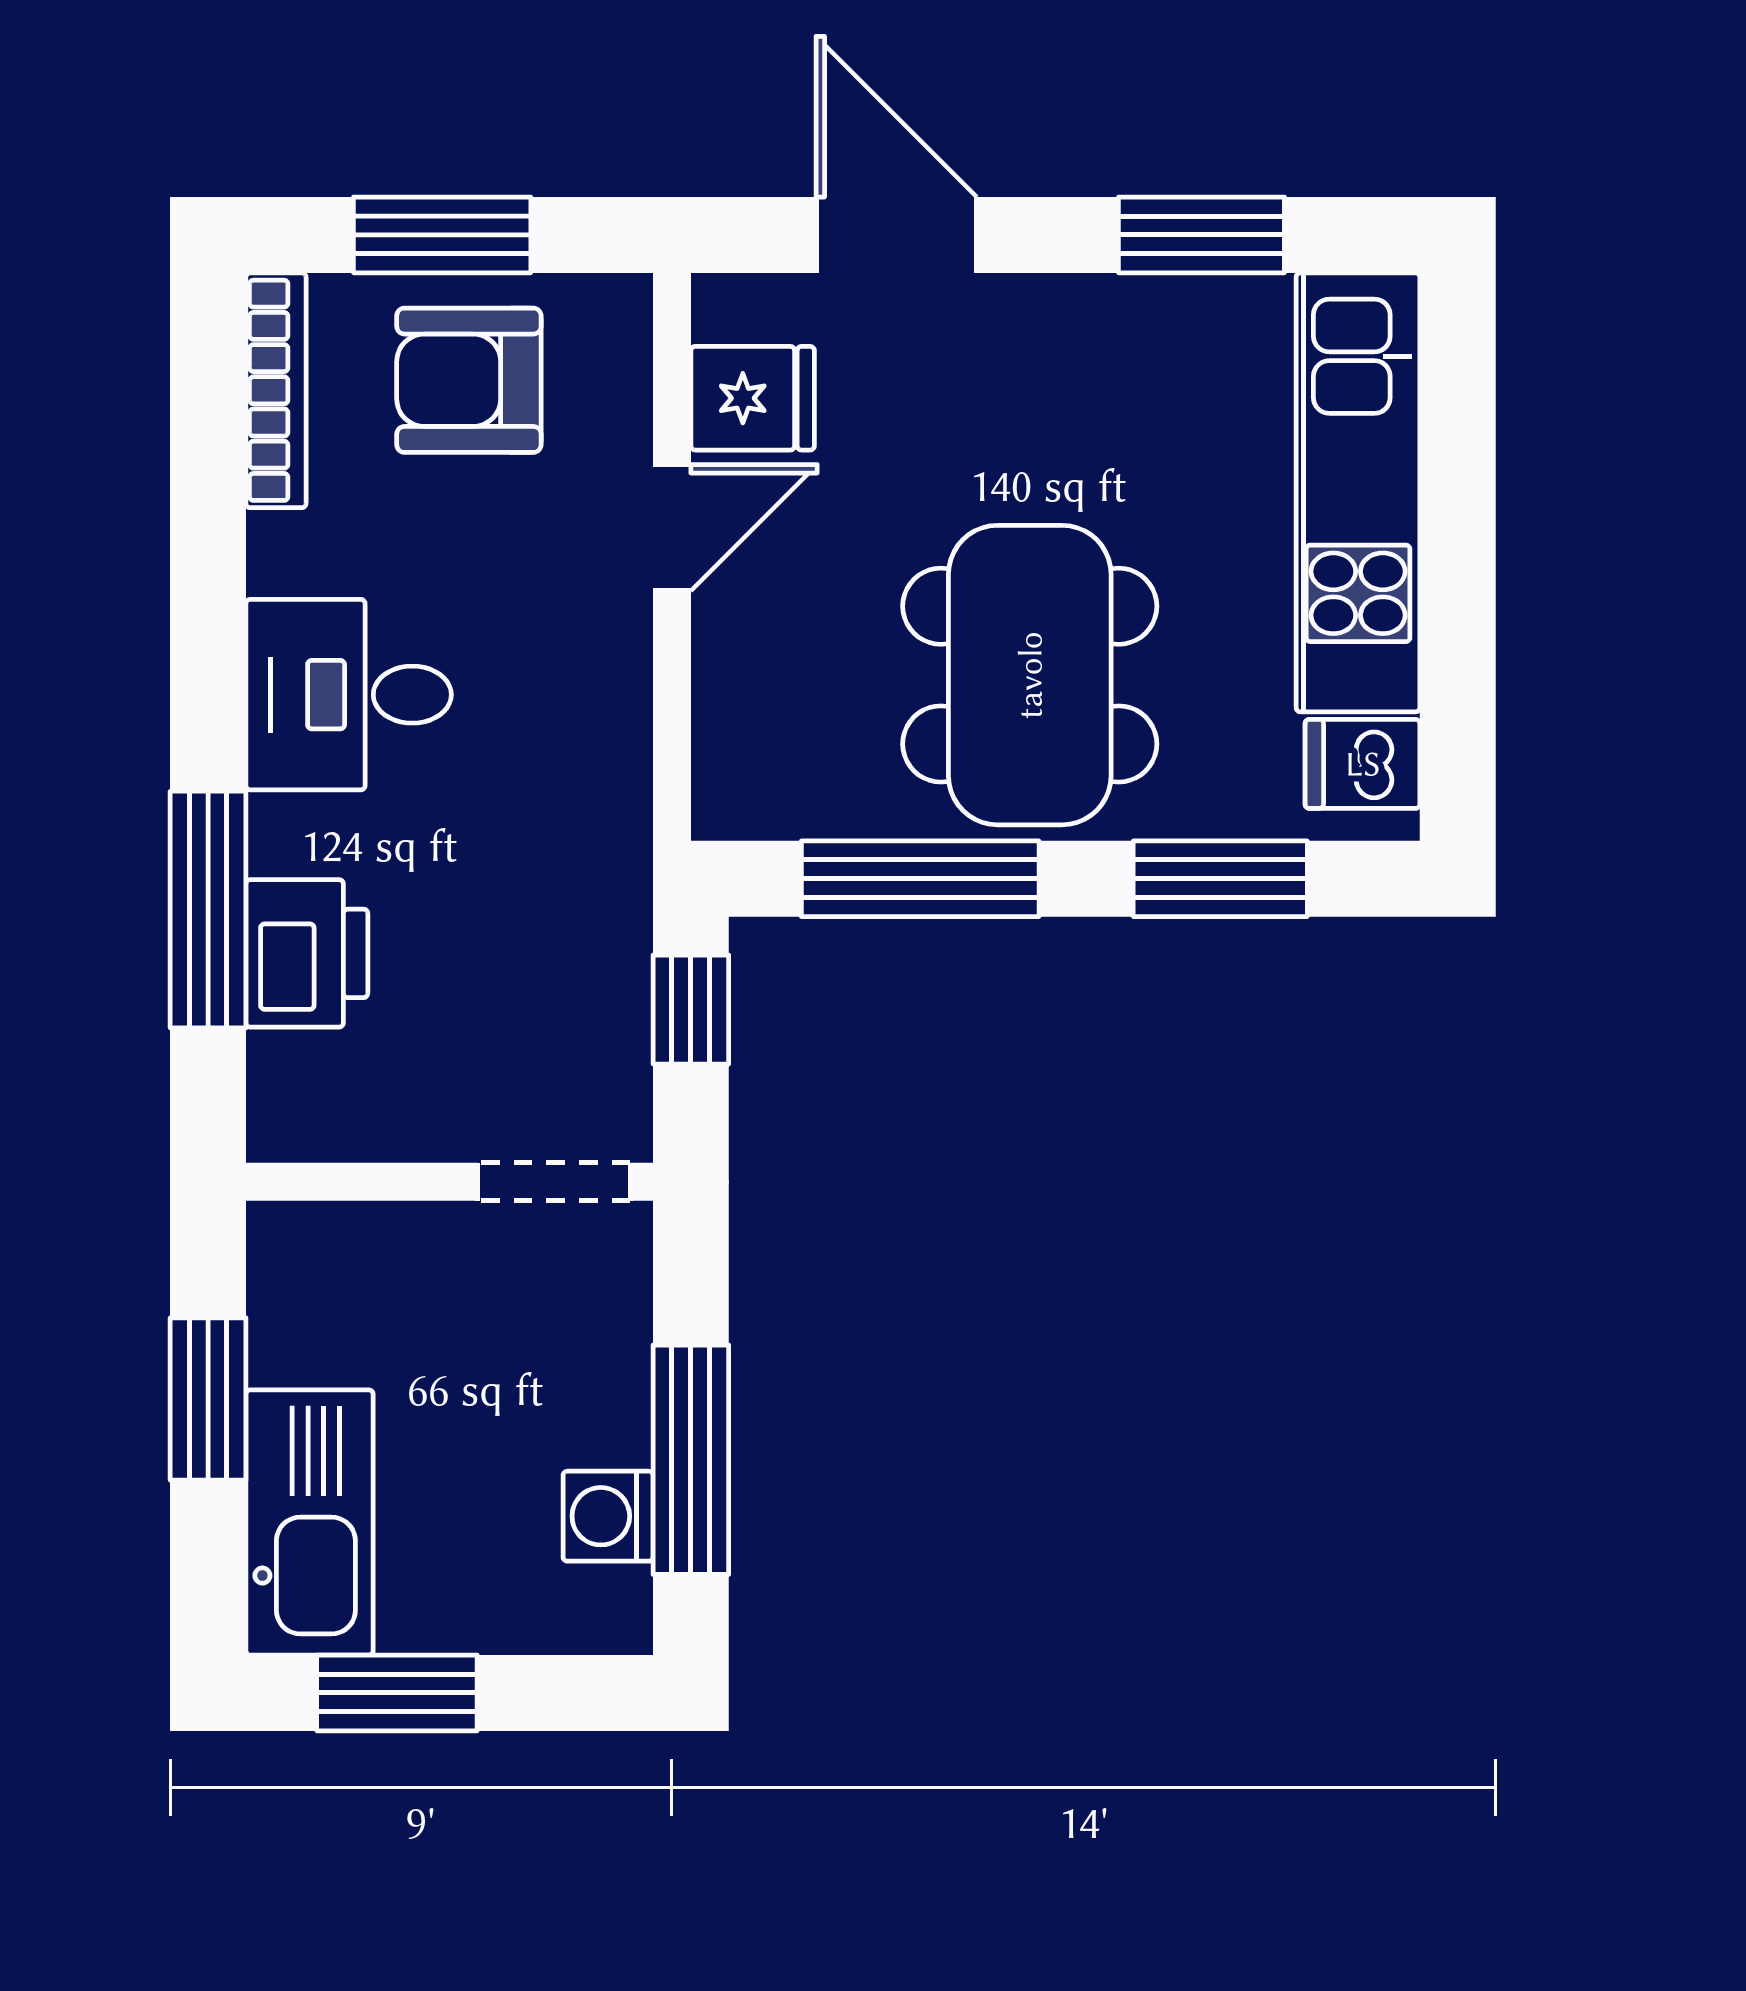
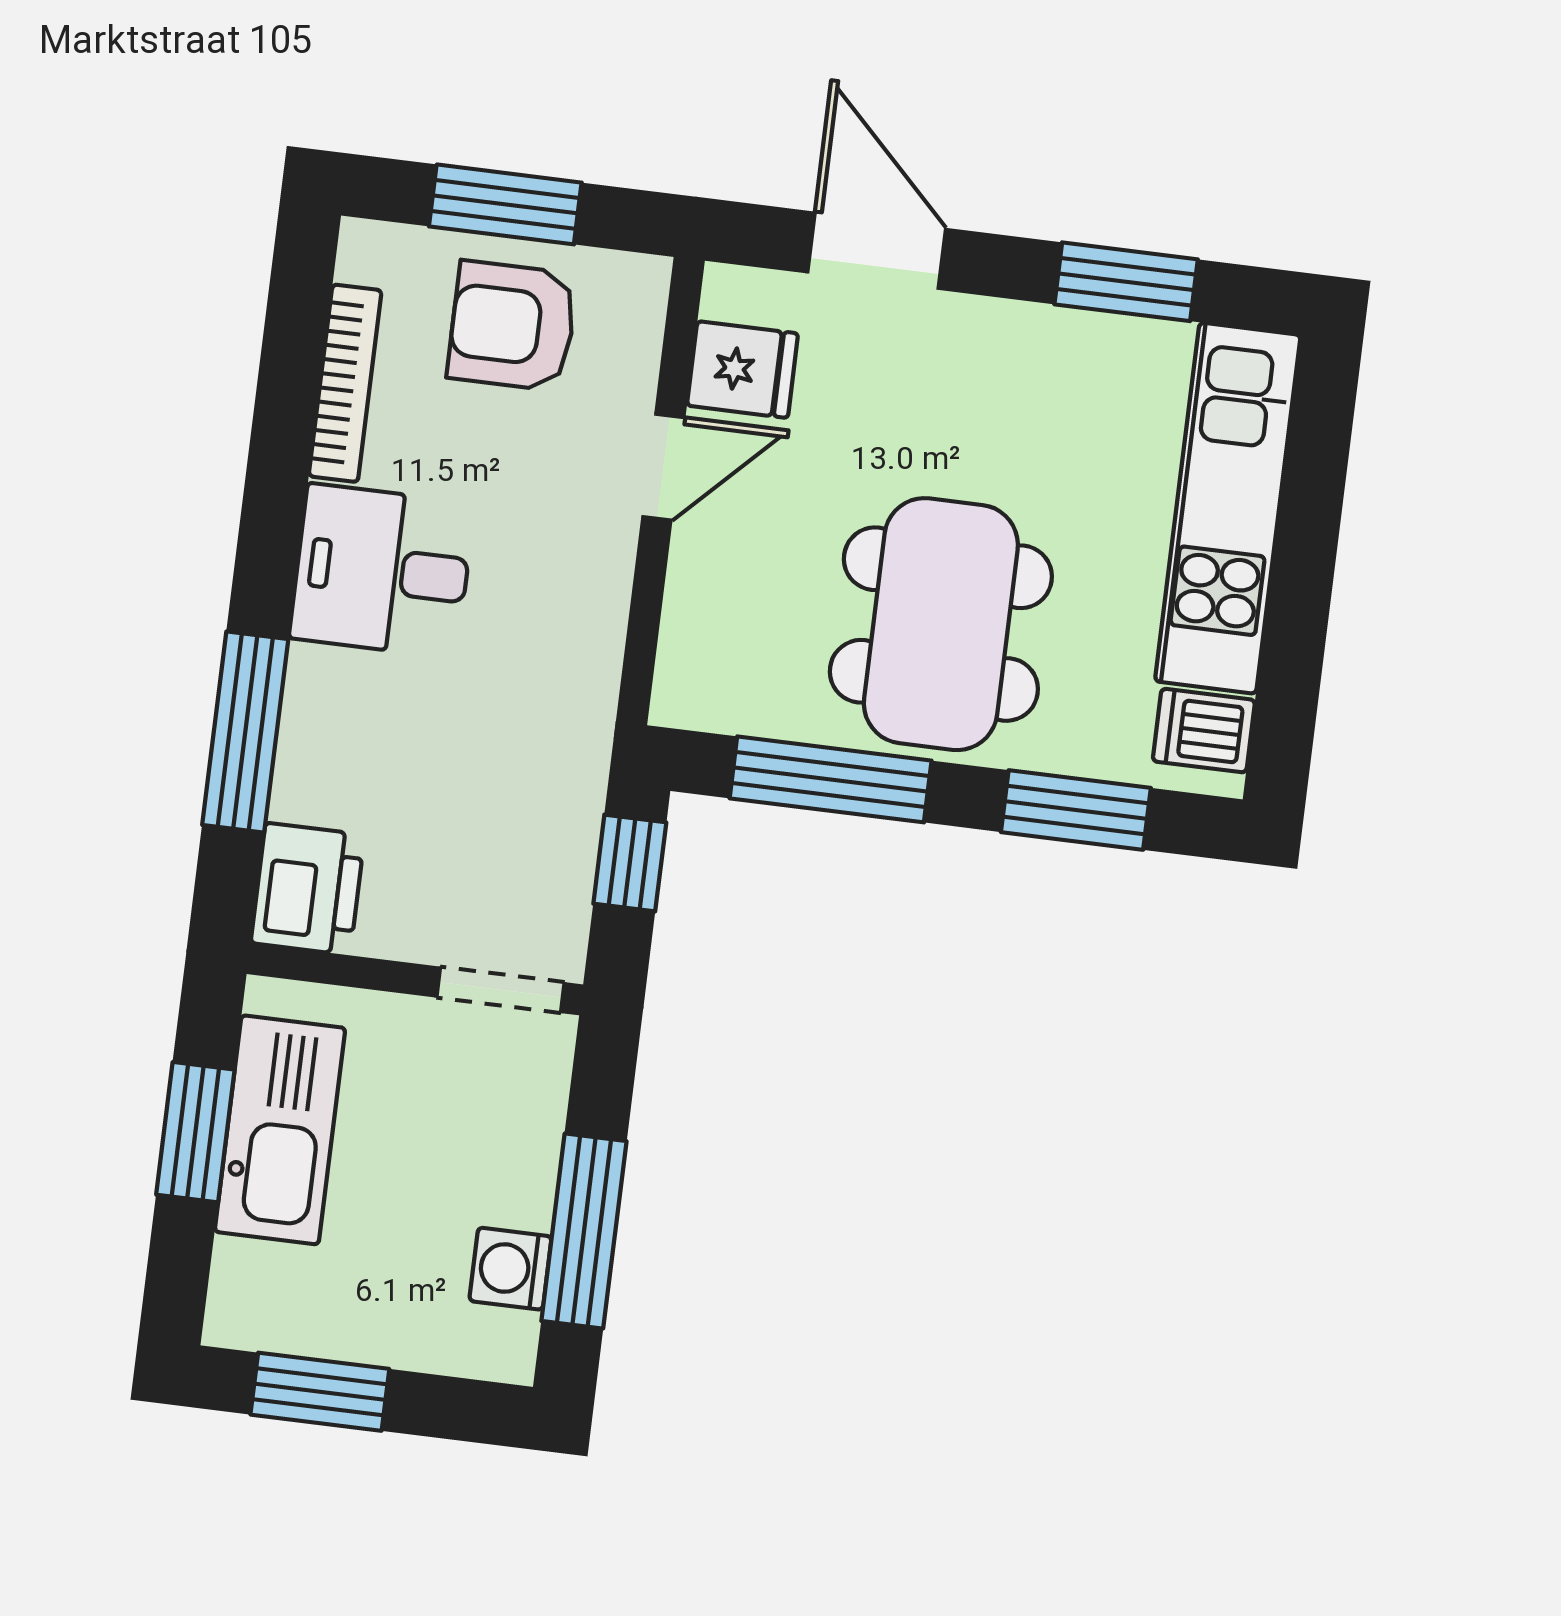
bookcase: (276, 390) -> (345, 383), moved
printer: (307, 953) -> (308, 889), moved
kitchen sink: (310, 1522) -> (280, 1130), moved

